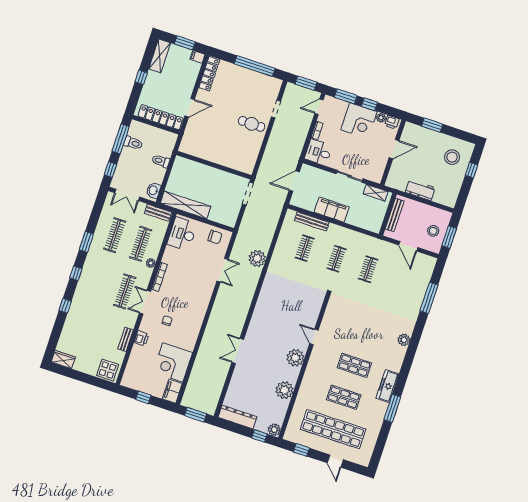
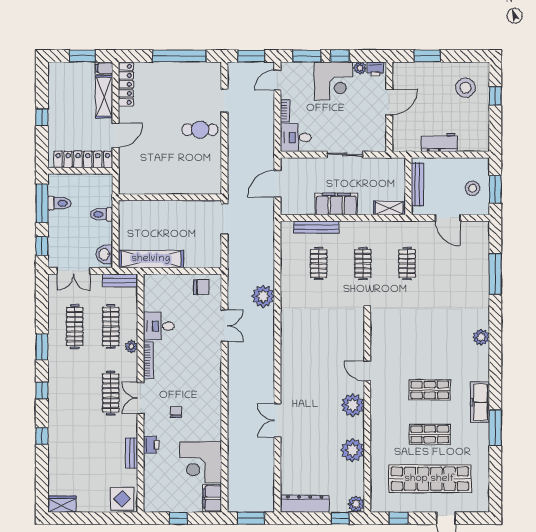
shelving: (160, 56) -> (104, 97), moved
shelving: (376, 193) -> (389, 208), moved
desk: (182, 234) -> (159, 326), moved, width x0.73

